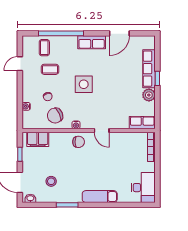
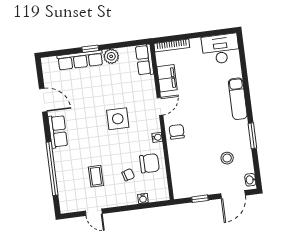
coffee table: (44, 48) -> (71, 186), removed
side table: (84, 84) -> (118, 119), moved
chair: (55, 116) -> (149, 163), turned -66
filing cabinet: (38, 139) -> (167, 78), moved

